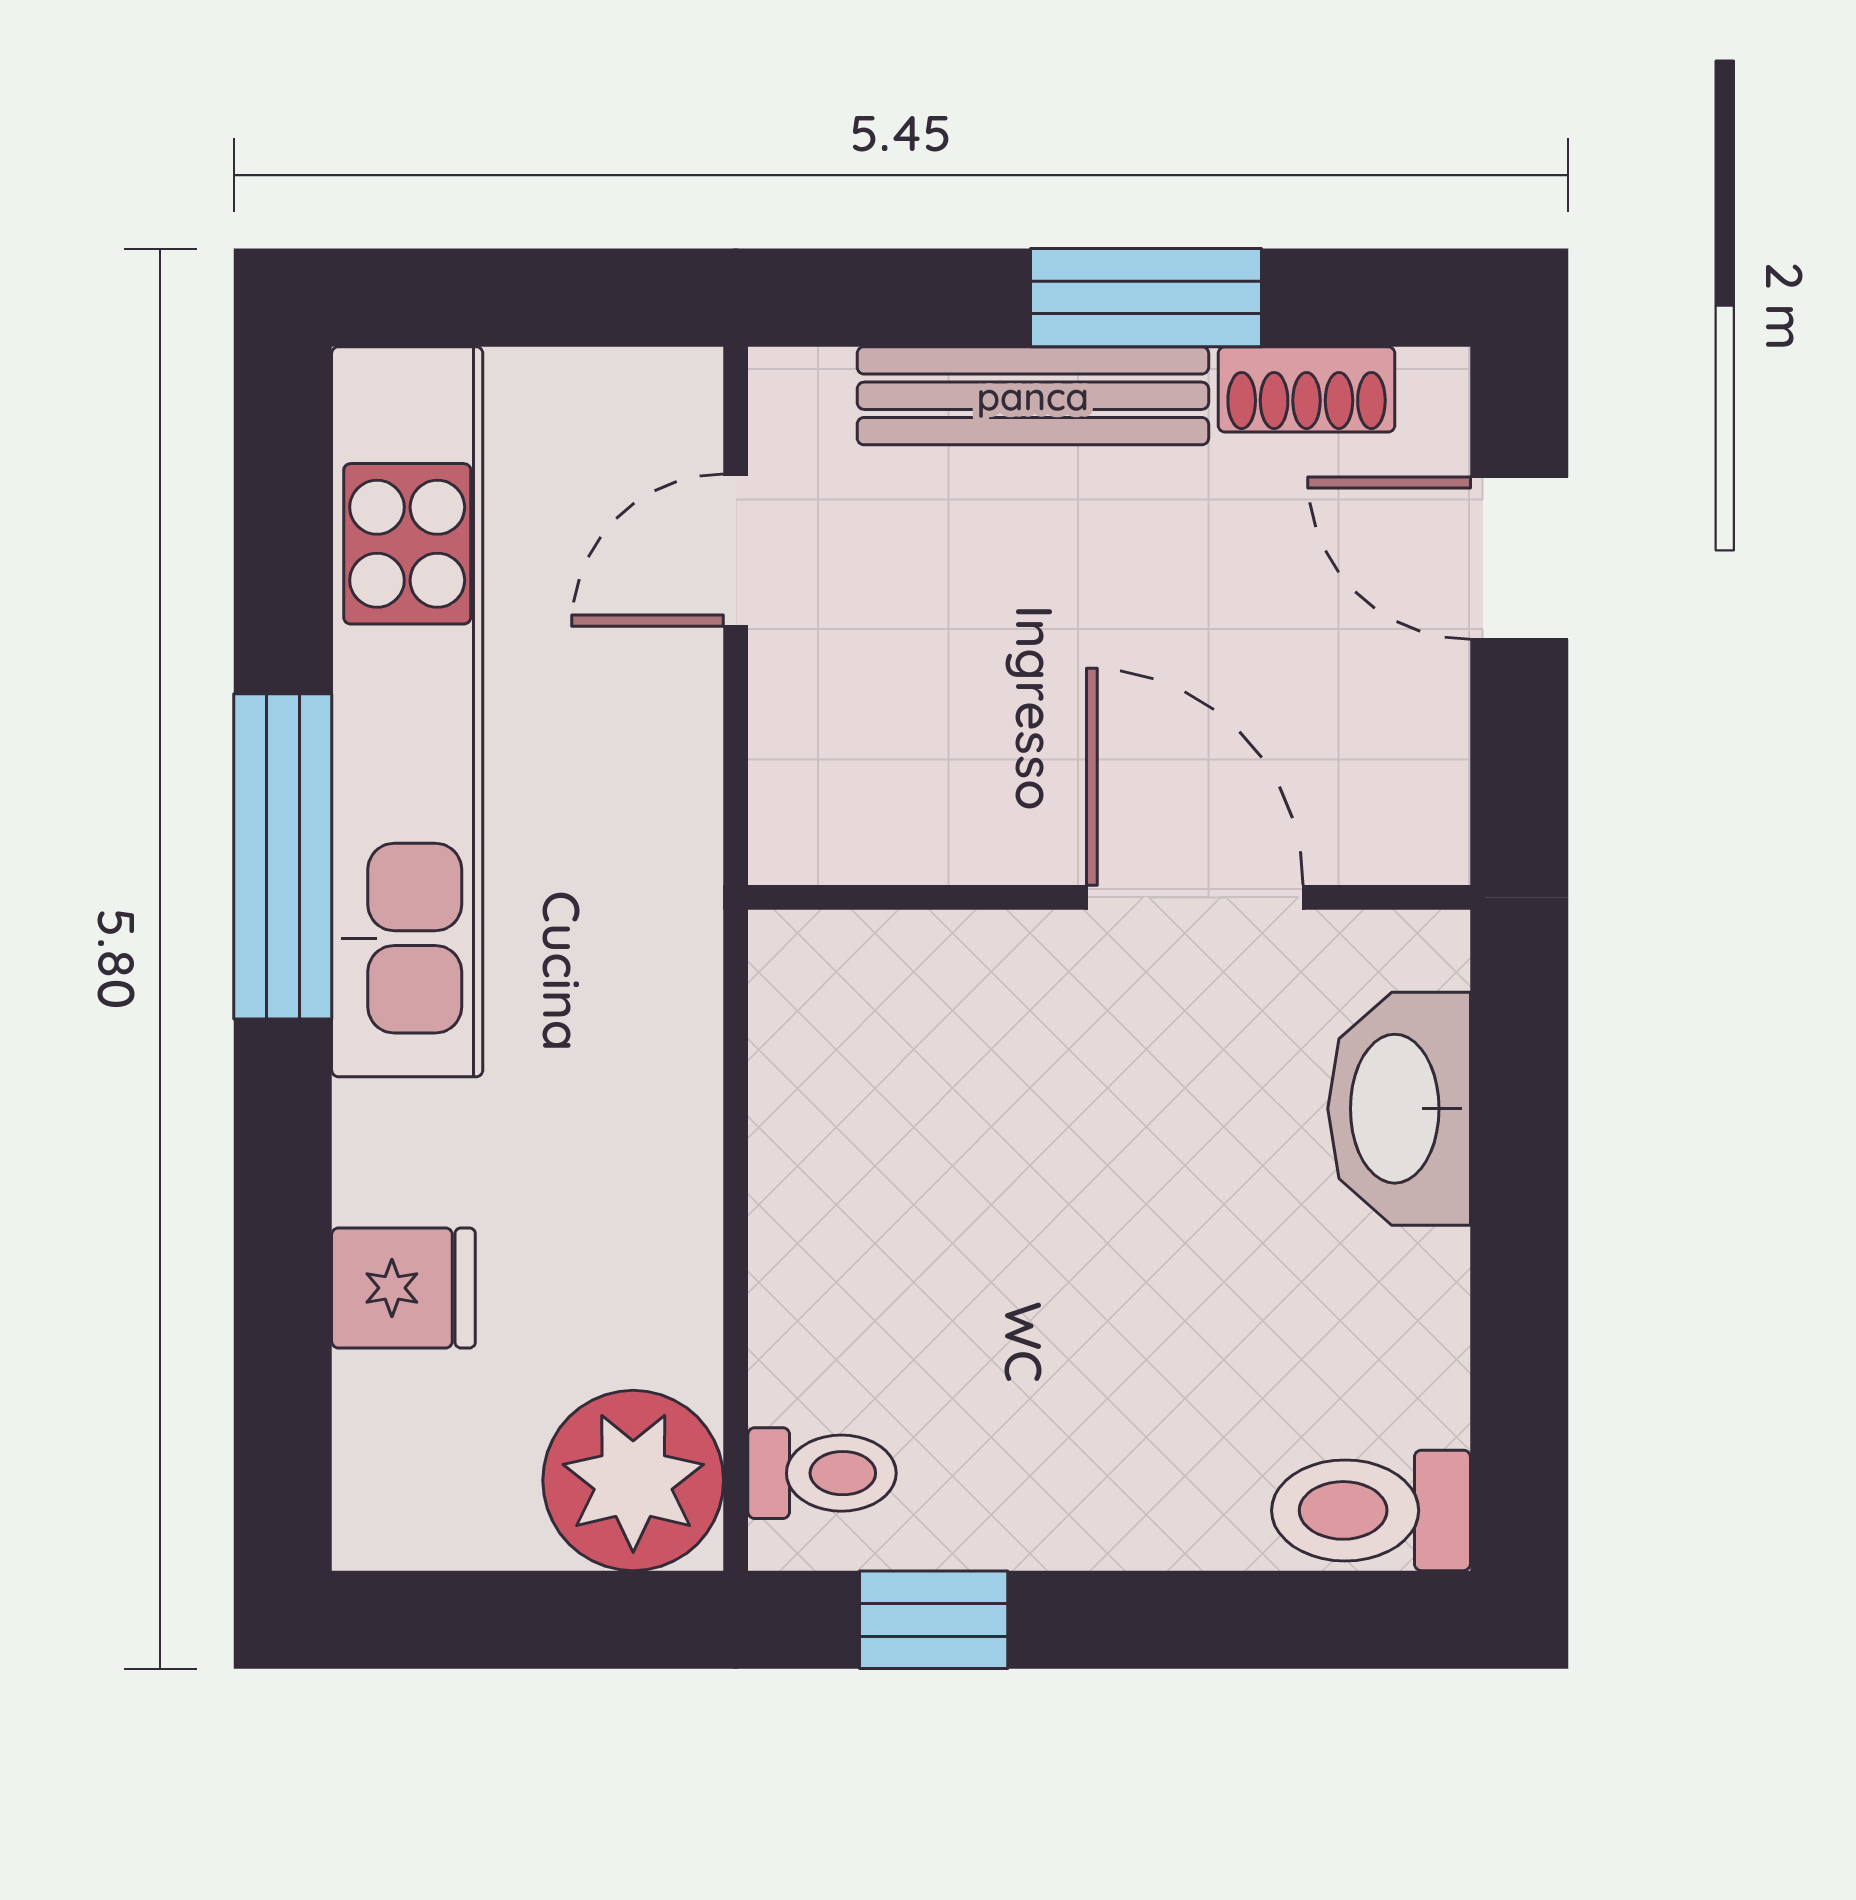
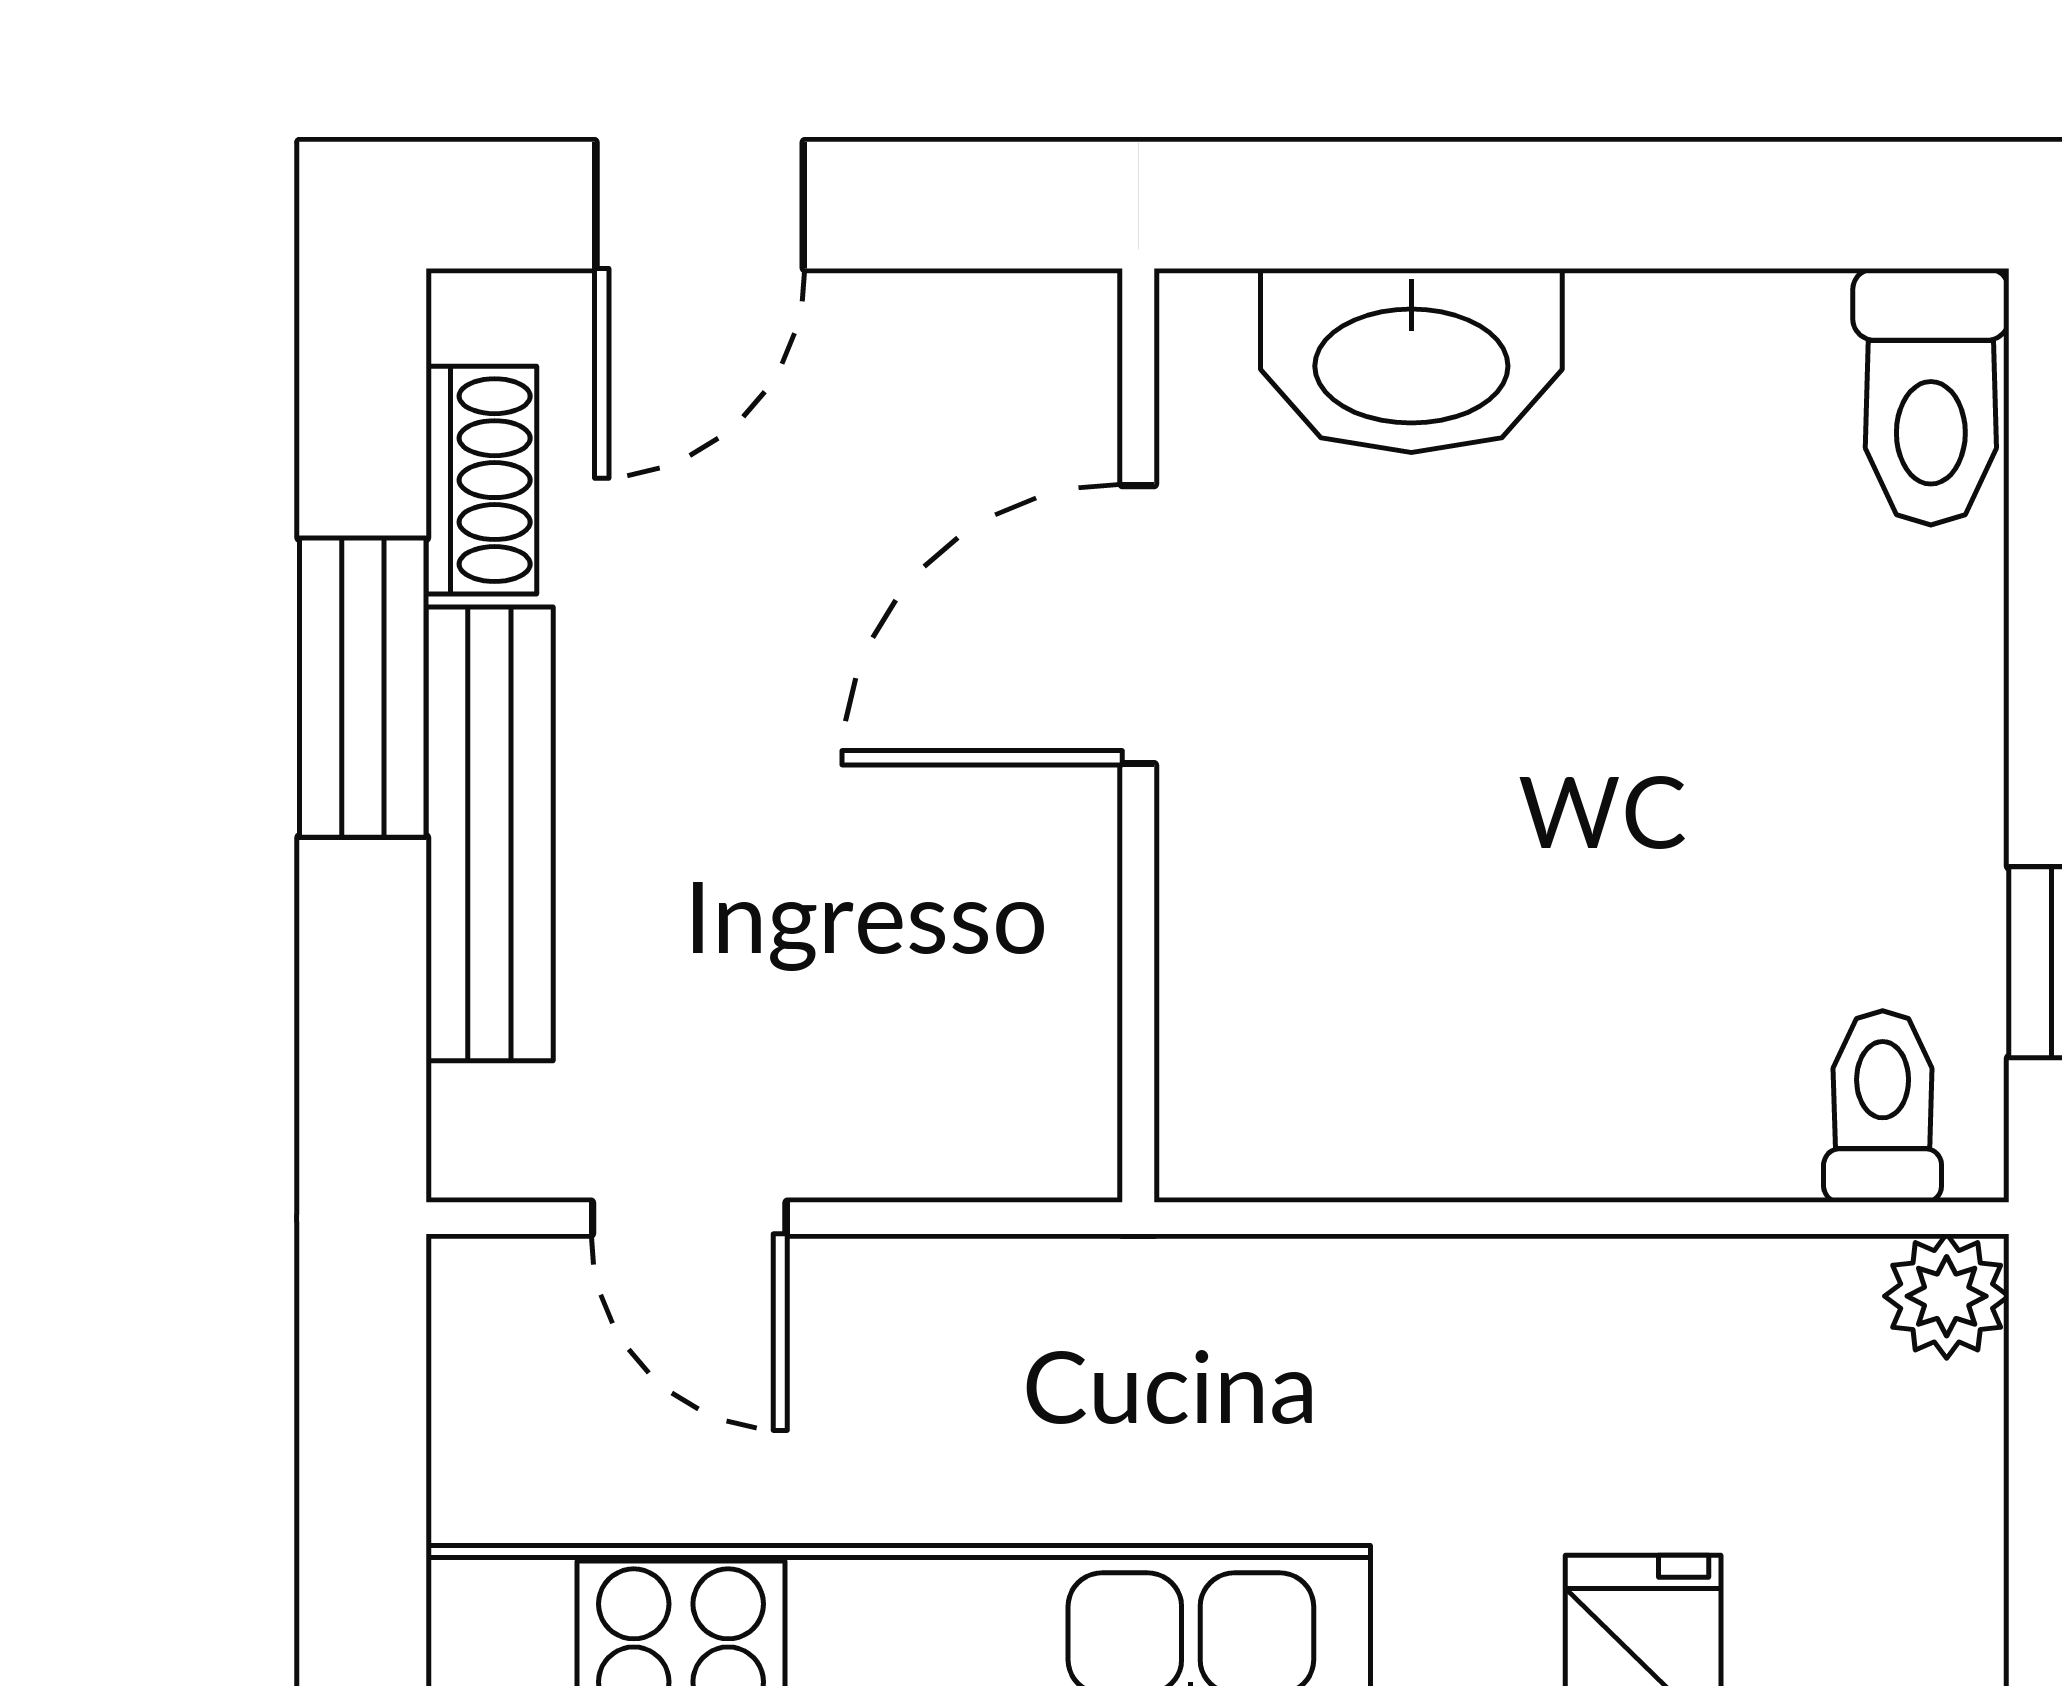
plant: (633, 1480) -> (1947, 1296), width x0.53, depth x0.53

